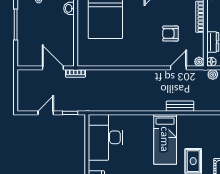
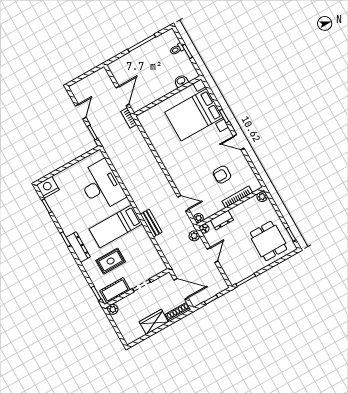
armchair: (170, 34) -> (222, 175), moved, turned -90
door: (46, 113) -> (81, 112), hinge flipped
desk: (106, 137) -> (101, 186), moved, turned 90

